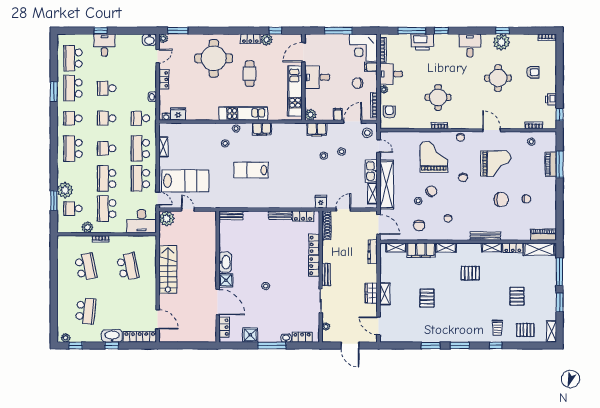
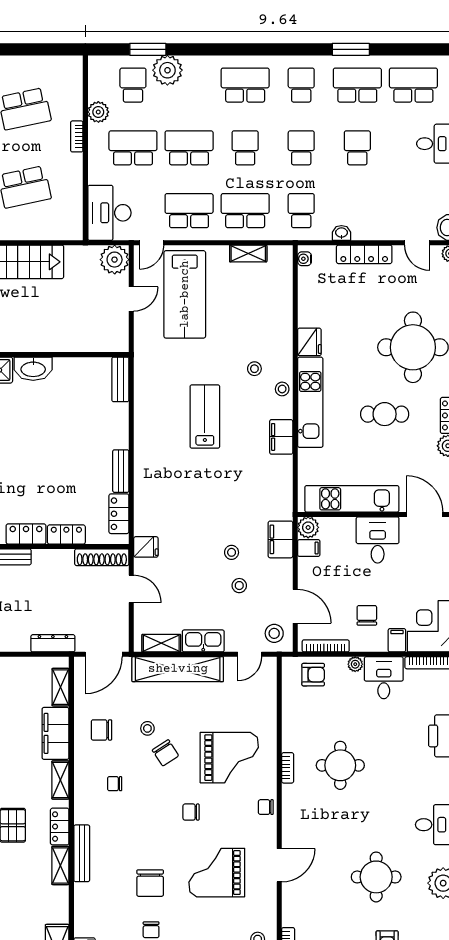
locker: (164, 79) -> (364, 254), width x1.53
fridge: (178, 114) -> (309, 342), moved
filing cabinet: (338, 114) -> (309, 548), moved
grand piano: (496, 164) -> (217, 873), turned 90
locker: (513, 248) -> (60, 827), moved

